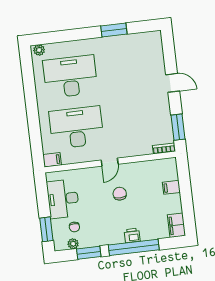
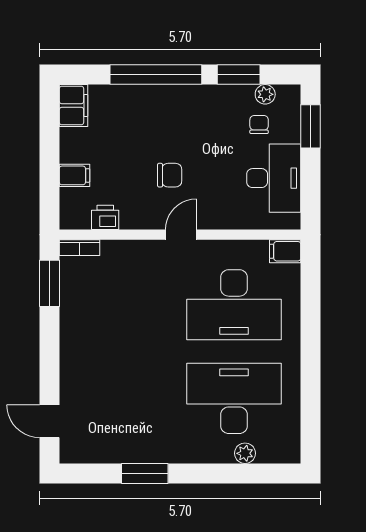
plant: (39, 50) -> (245, 453), moved
desk: (70, 77) -> (234, 398), turned 180
door: (173, 83) -> (50, 421), moved
chair: (120, 194) -> (170, 175), turned -90
printer: (132, 235) -> (105, 217), moved, turned 180

